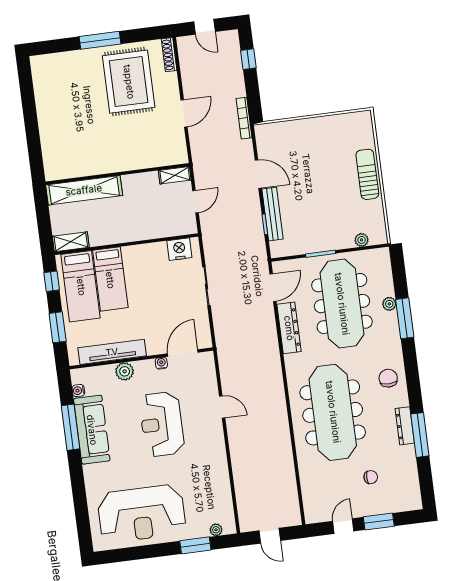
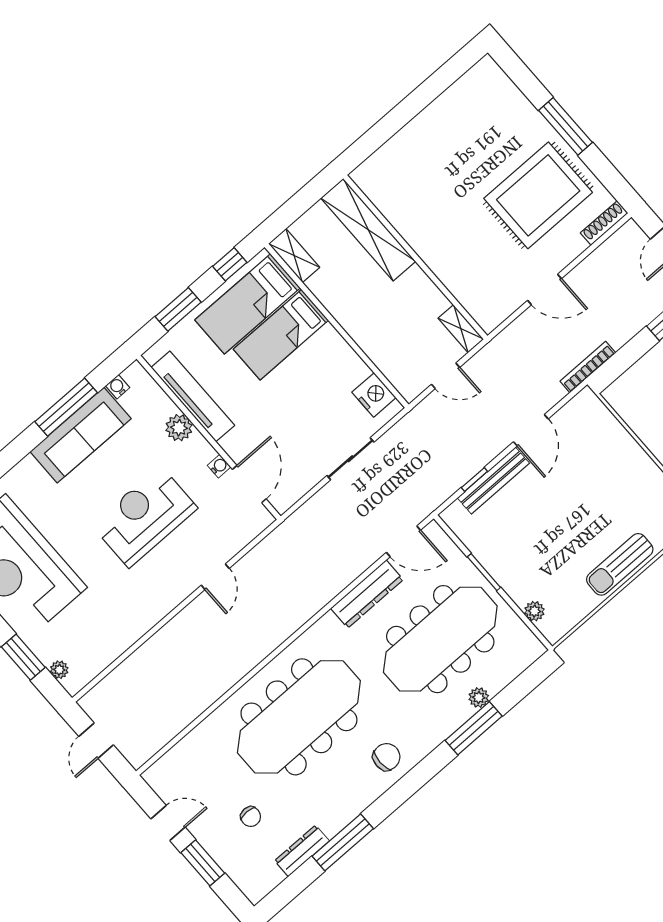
sun lounger: (367, 174) -> (620, 564), turned 180
door: (183, 353) -> (249, 484), hinge flipped
dresser: (405, 426) -> (302, 851), moved

